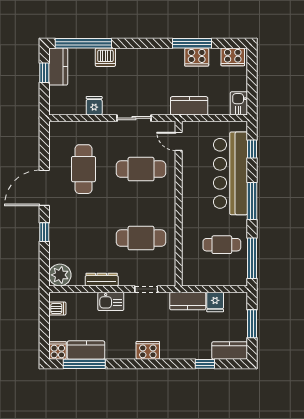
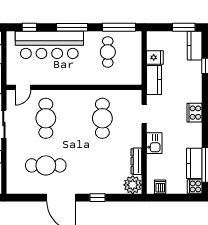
dresser: (102, 280) -> (136, 161), moved
window: (252, 324) -> (184, 27), moved

